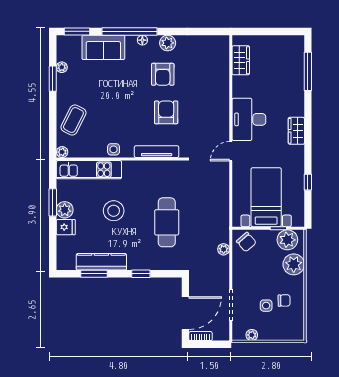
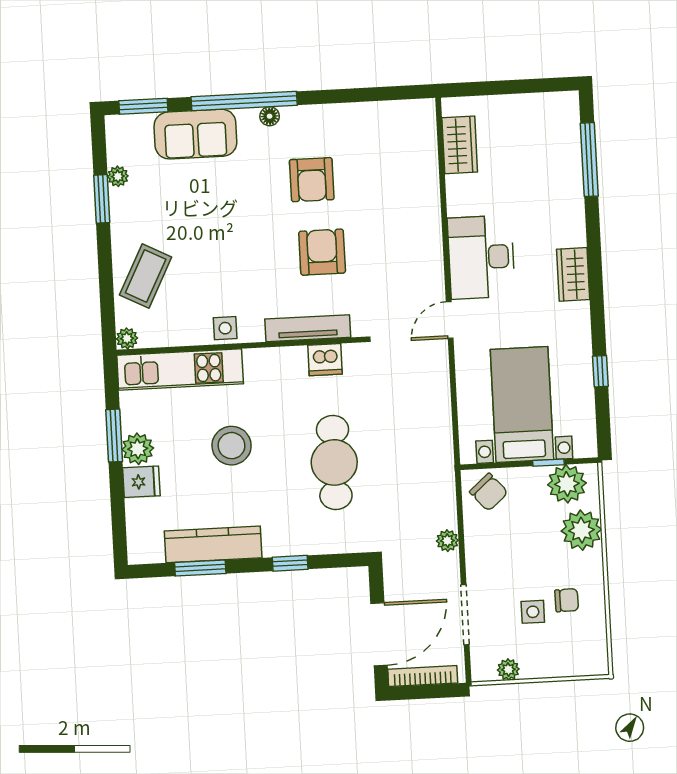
plant: (168, 43) -> (318, 119), removed
dishwasher: (165, 168) -> (325, 360), added
plant: (224, 249) -> (447, 541), moved
bookcase: (200, 336) -> (423, 676), width x1.56

